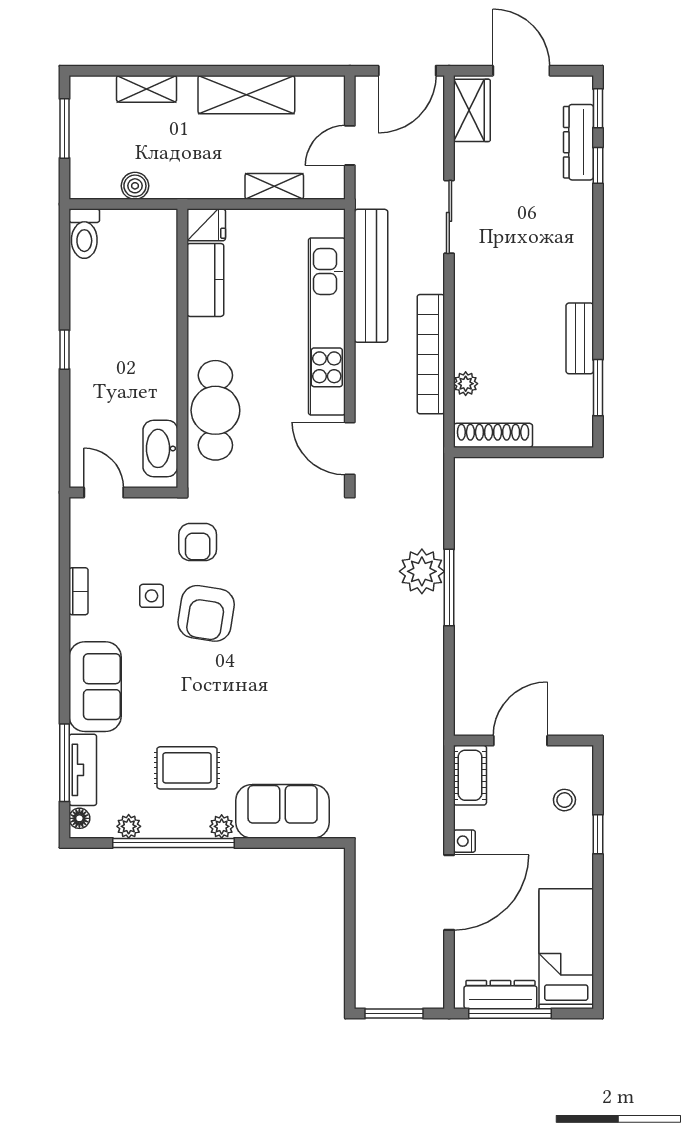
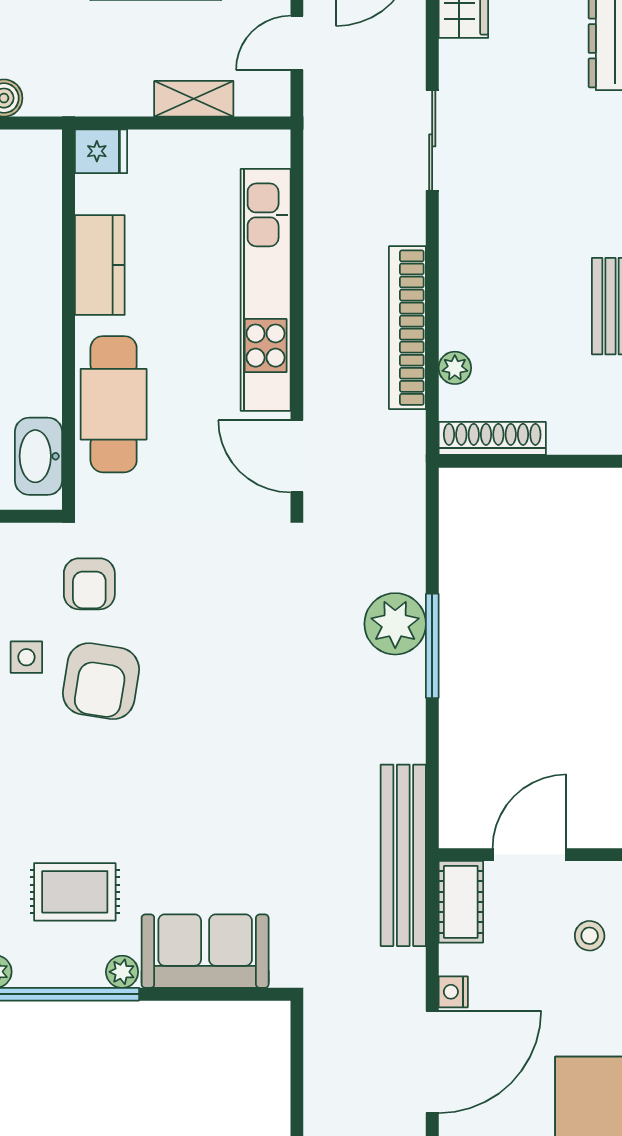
bench: (371, 276) -> (403, 855), moved
kitchen counter: (205, 280) -> (100, 265), moved

